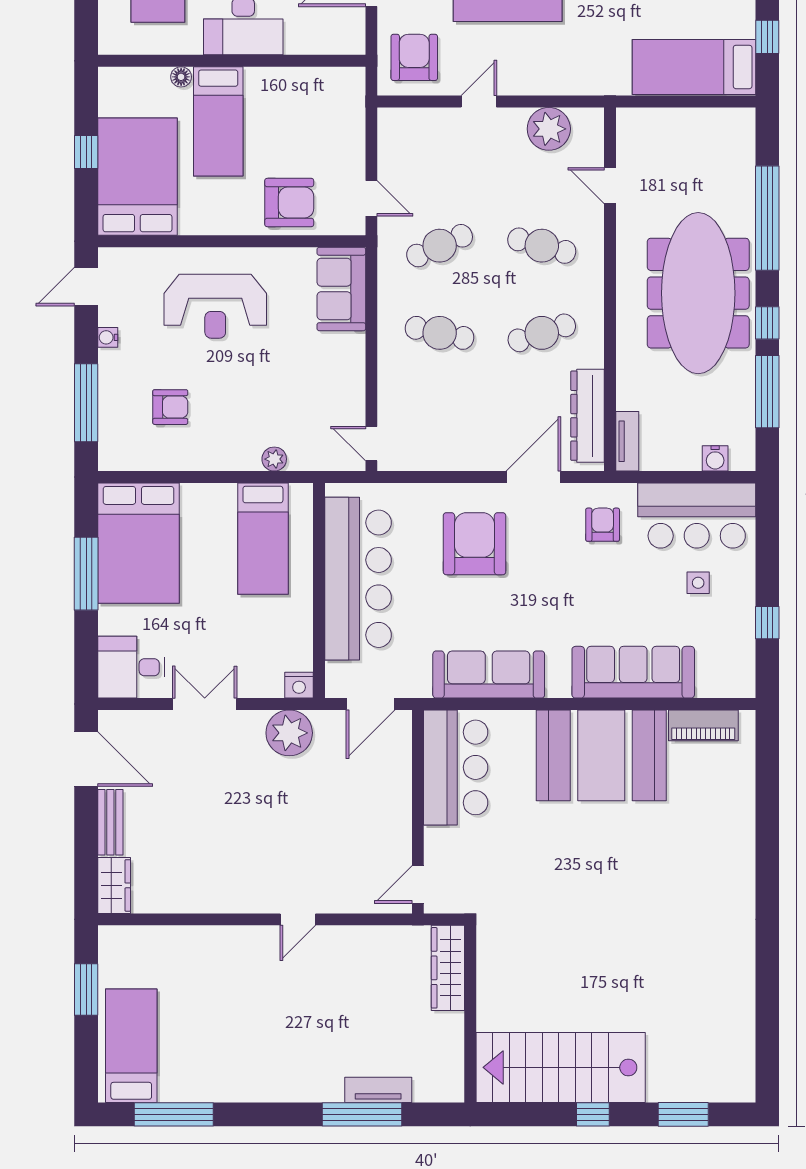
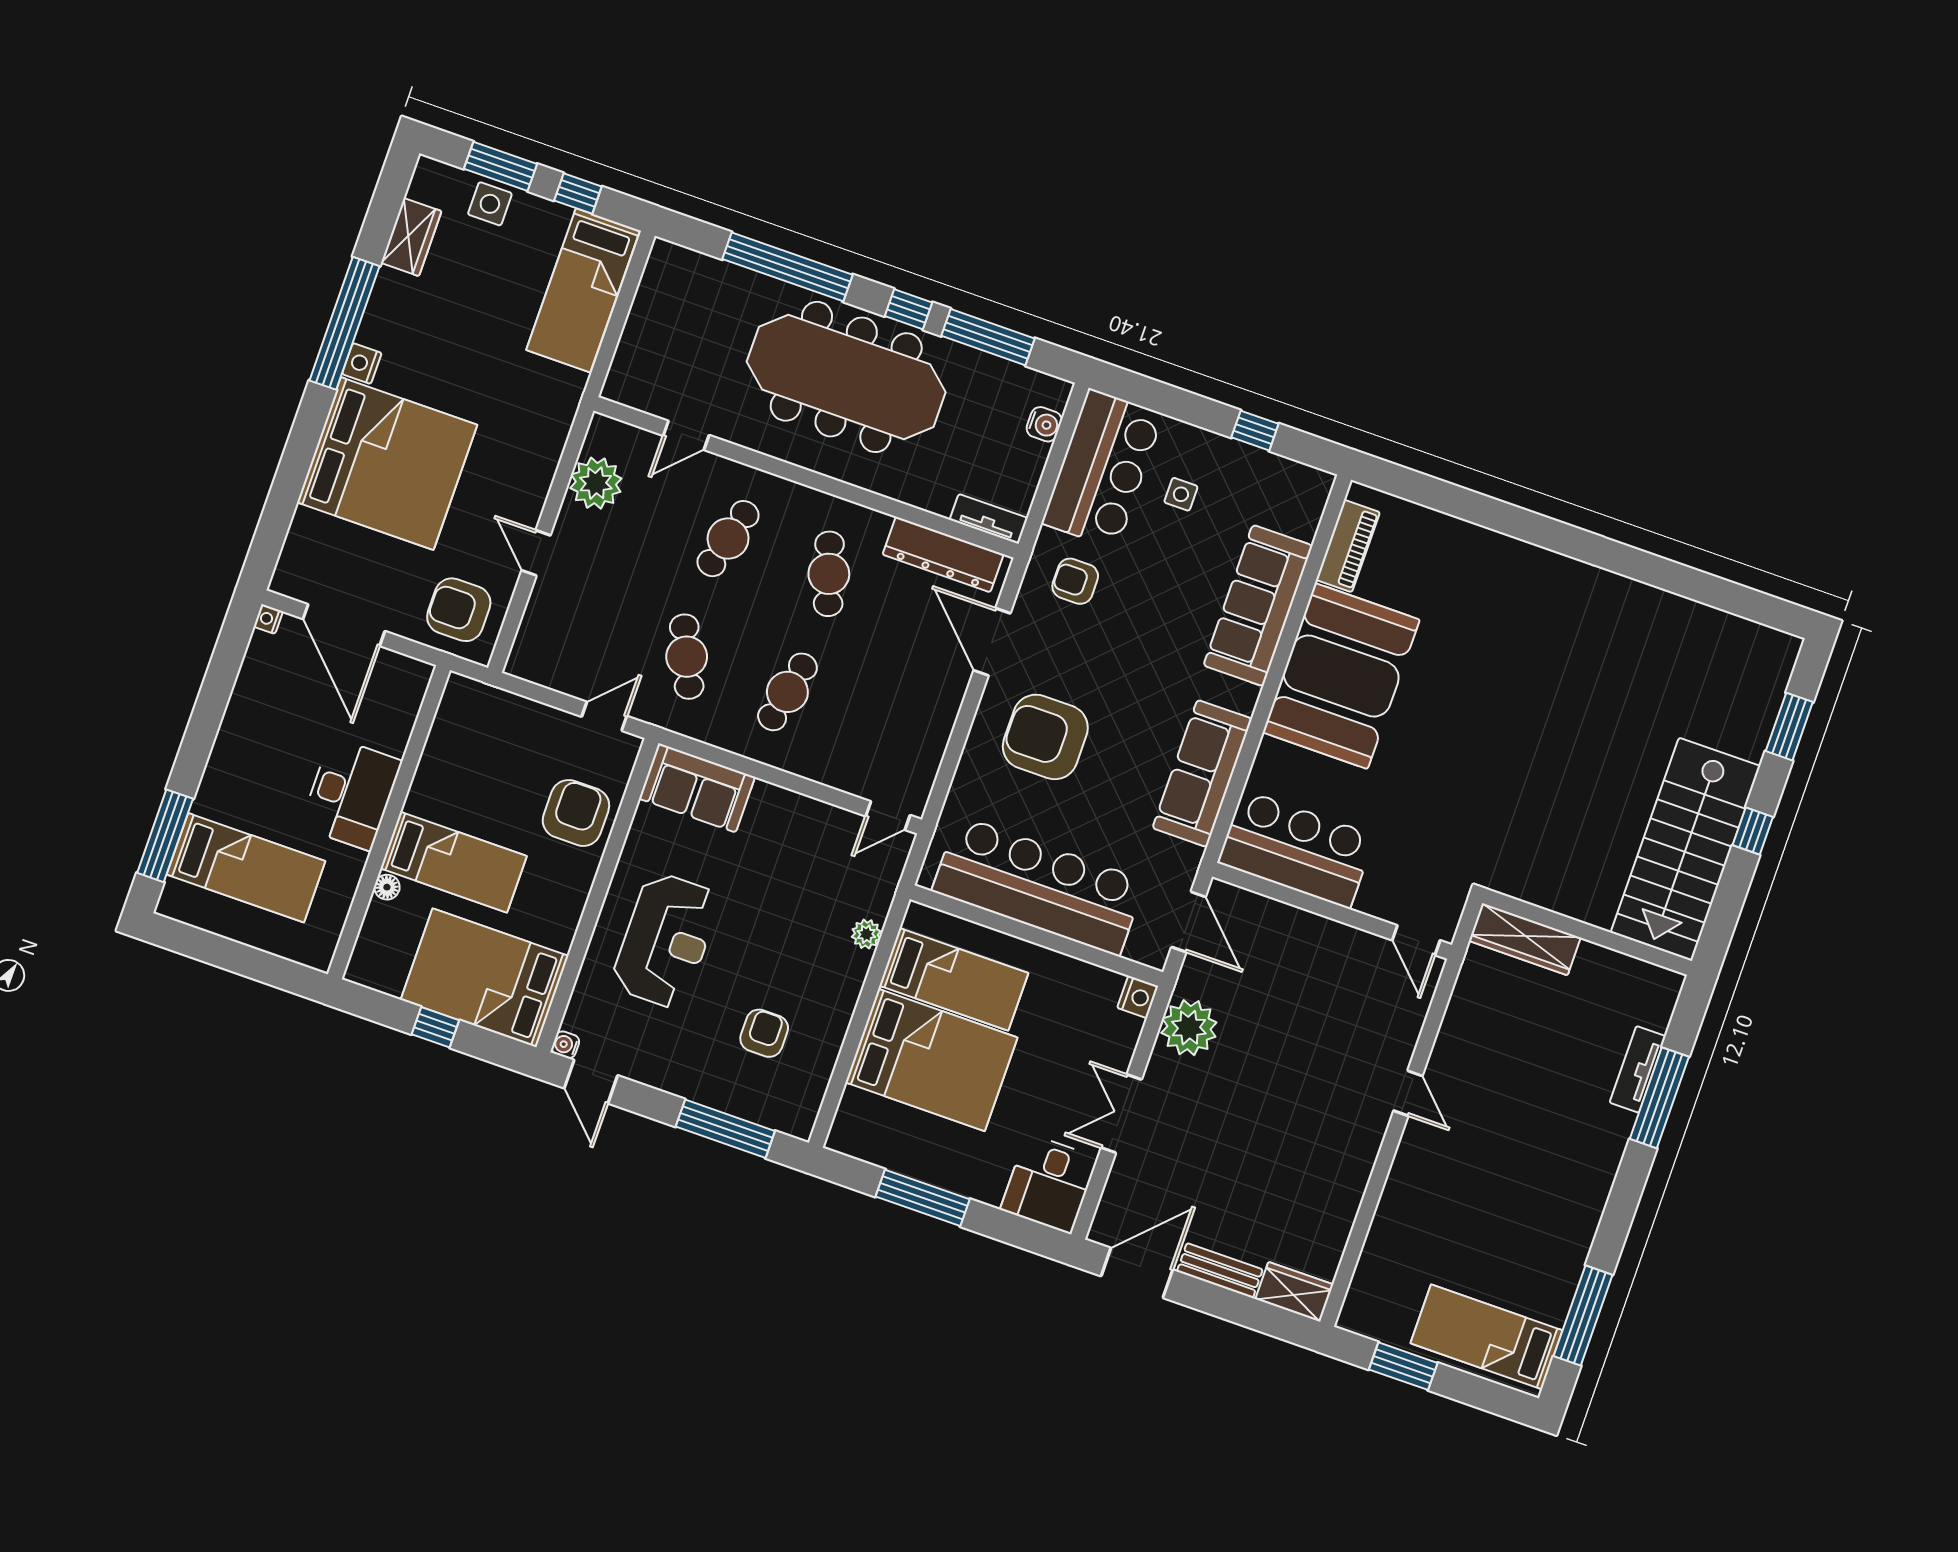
water cooler: (108, 337) -> (565, 1045), moved, turned 90
bed: (138, 543) -> (931, 1060), moved

